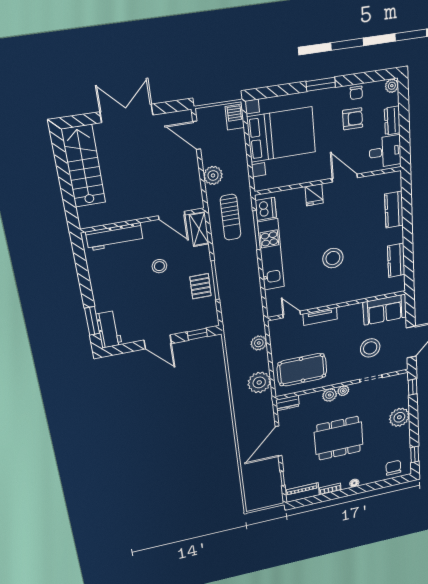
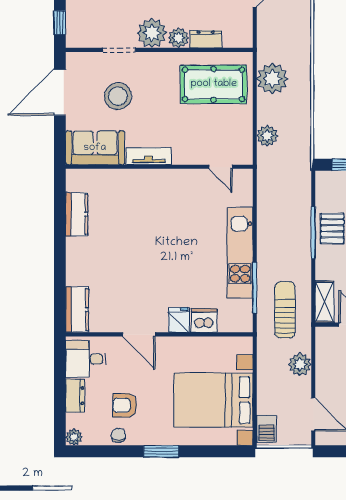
dishwasher: (266, 209) -> (204, 320), moved, turned 90
kitchen counter: (394, 210) -> (77, 310), moved
stool: (333, 258) -> (161, 233), removed
tv unit: (320, 316) -> (149, 156), moved
plant: (343, 391) -> (152, 33), width x1.87, depth x1.87
dresser: (288, 403) -> (206, 39), moved

